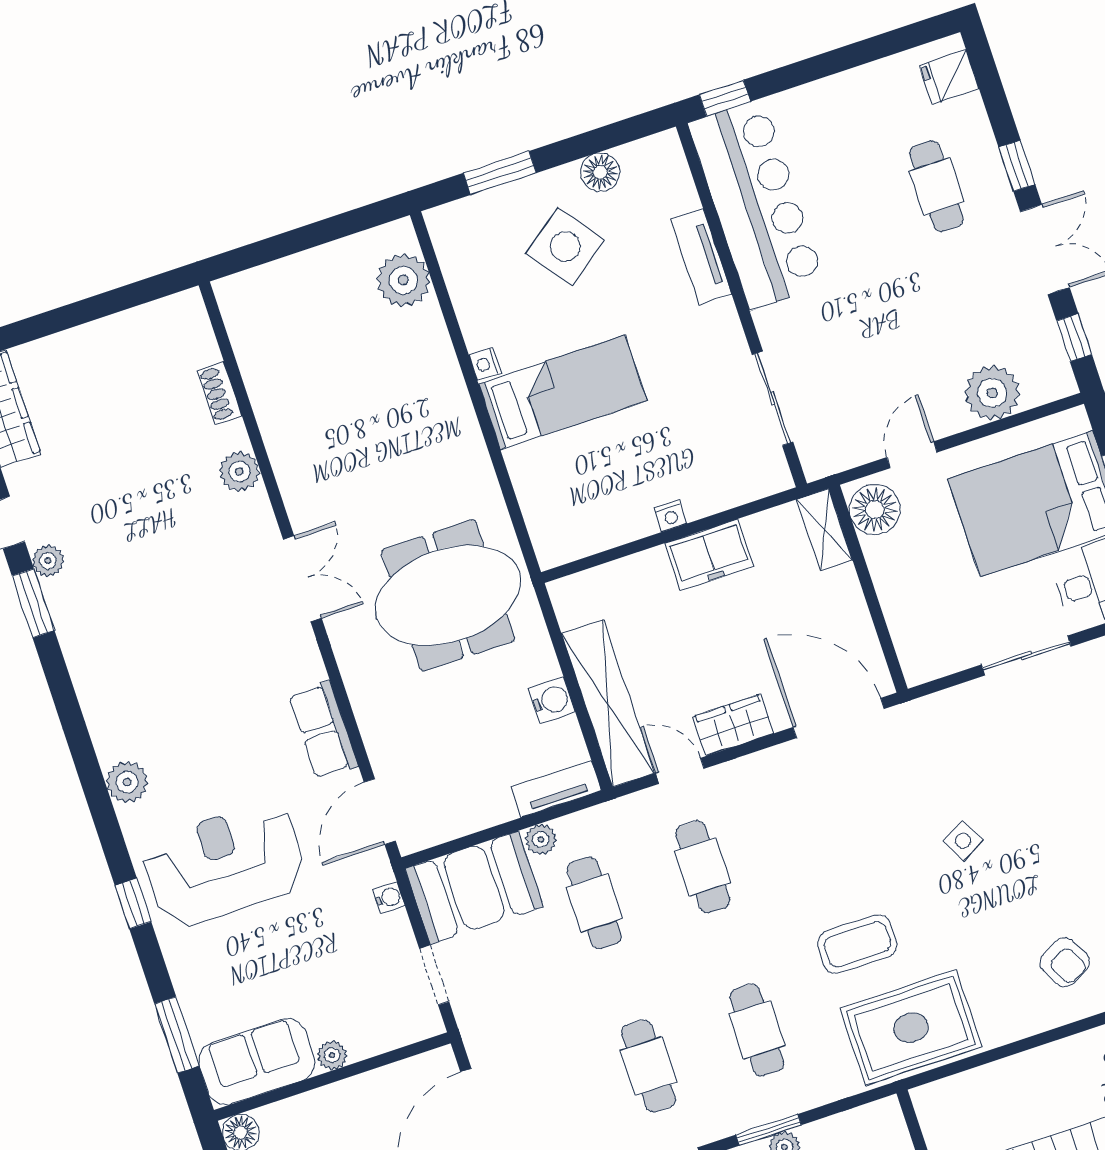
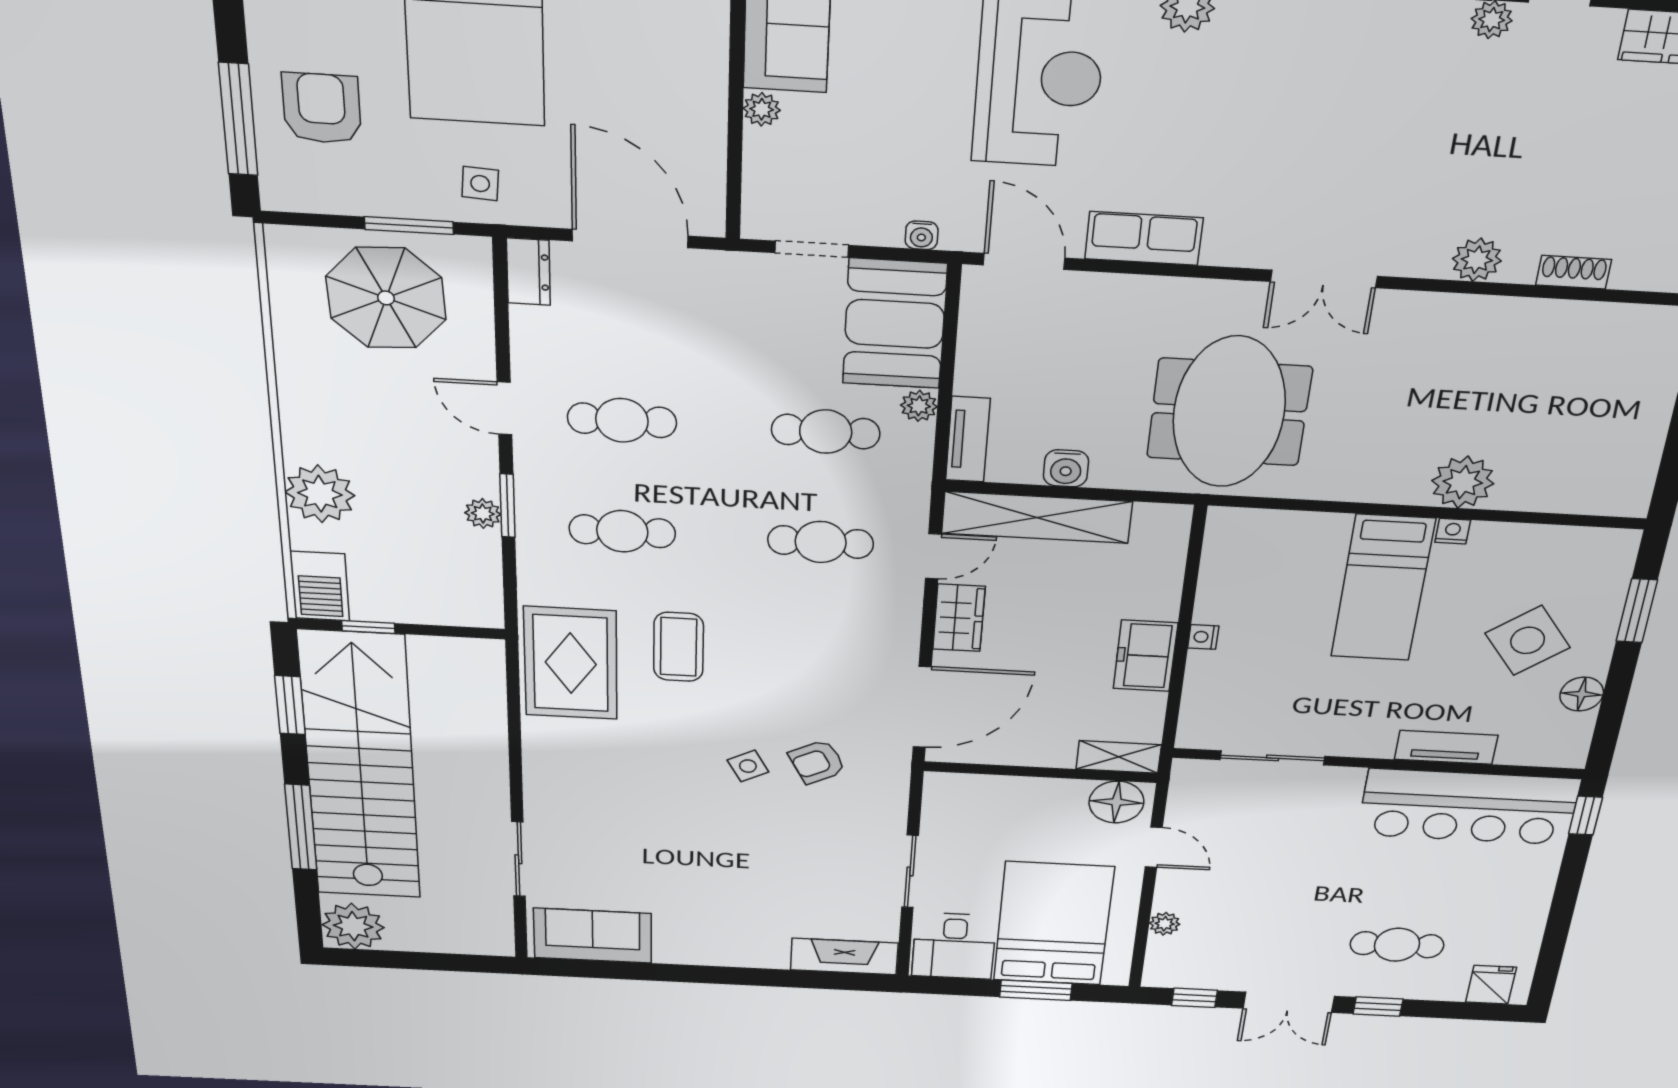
plant: (403, 280) -> (1463, 482), moved
plant: (992, 393) -> (1165, 924), width x0.53, depth x0.53
armchair: (1065, 962) -> (817, 762), moved

